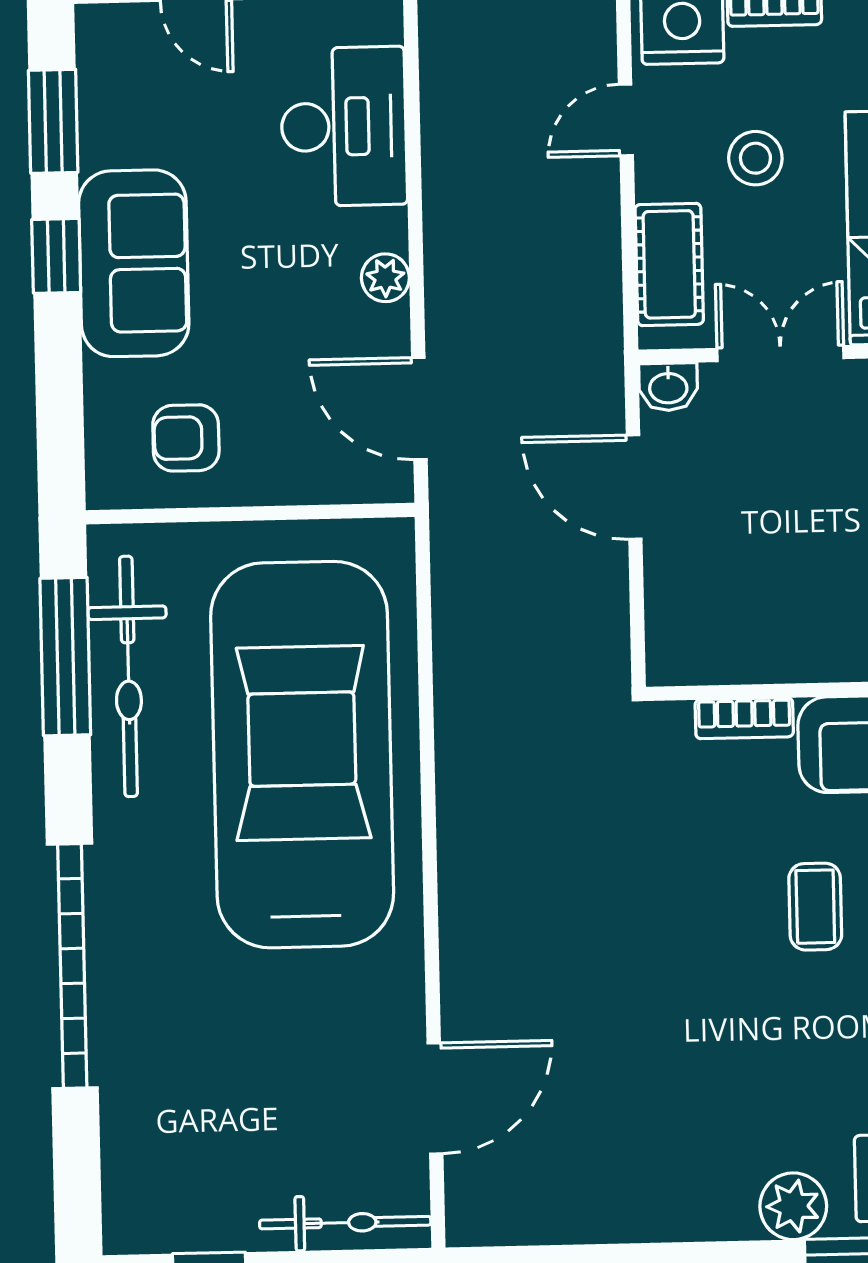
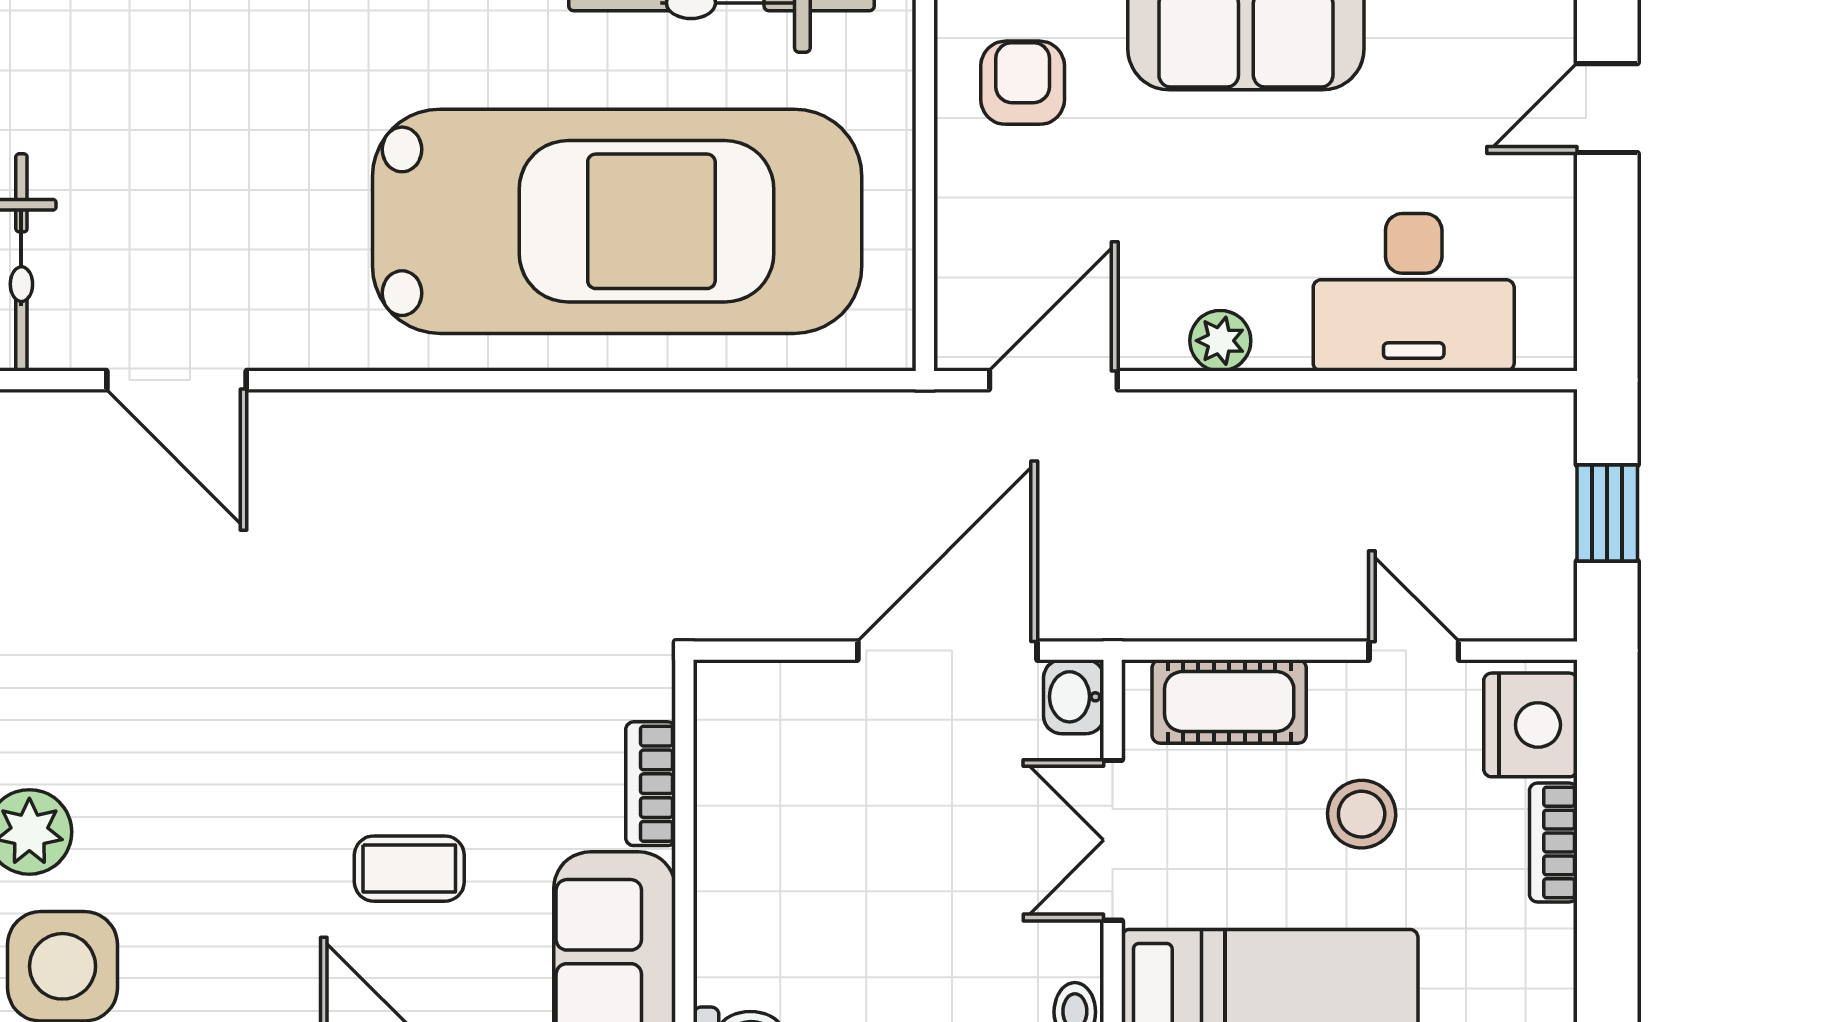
double door: (780, 354) -> (1113, 840), swing flipped
door: (634, 487) -> (947, 651), width x1.36

